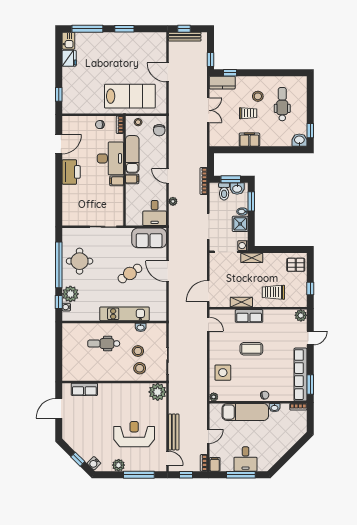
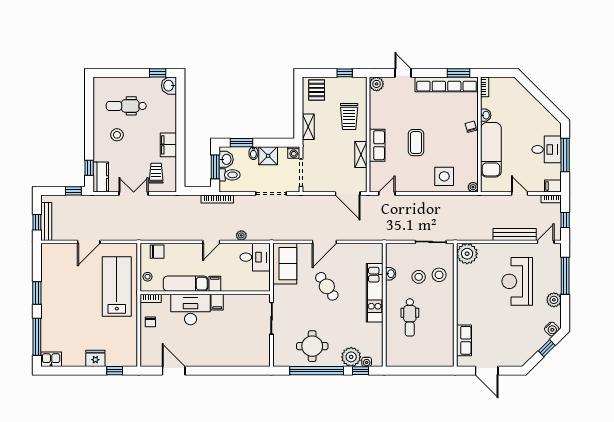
fridge: (69, 58) -> (95, 358), moved
trolley: (248, 113) -> (156, 173), moved
printer: (71, 172) -> (207, 356), removed
shelving: (252, 258) -> (308, 127), moved

